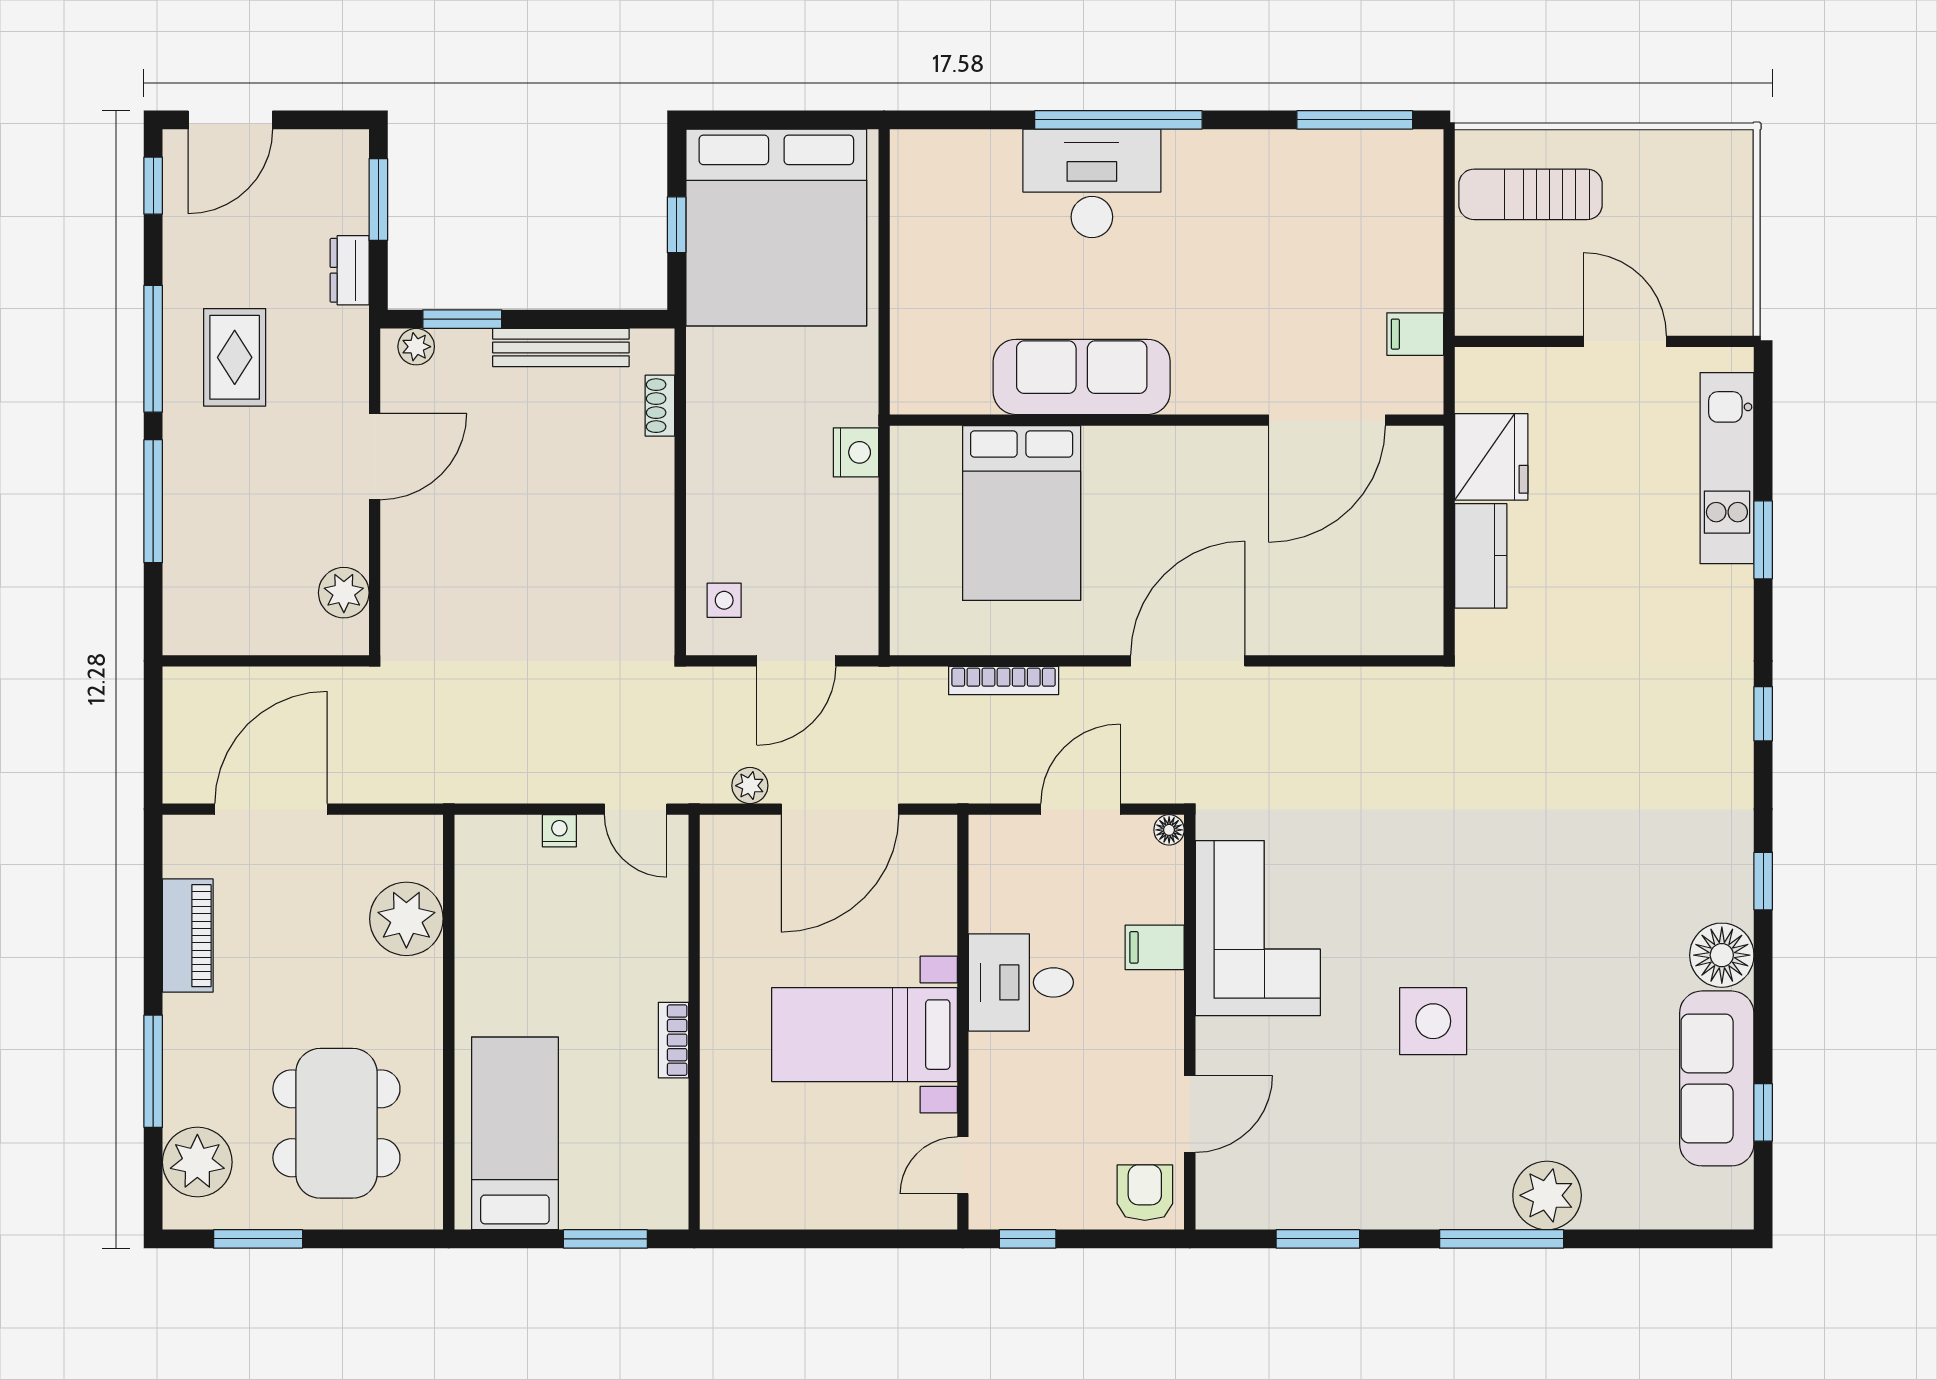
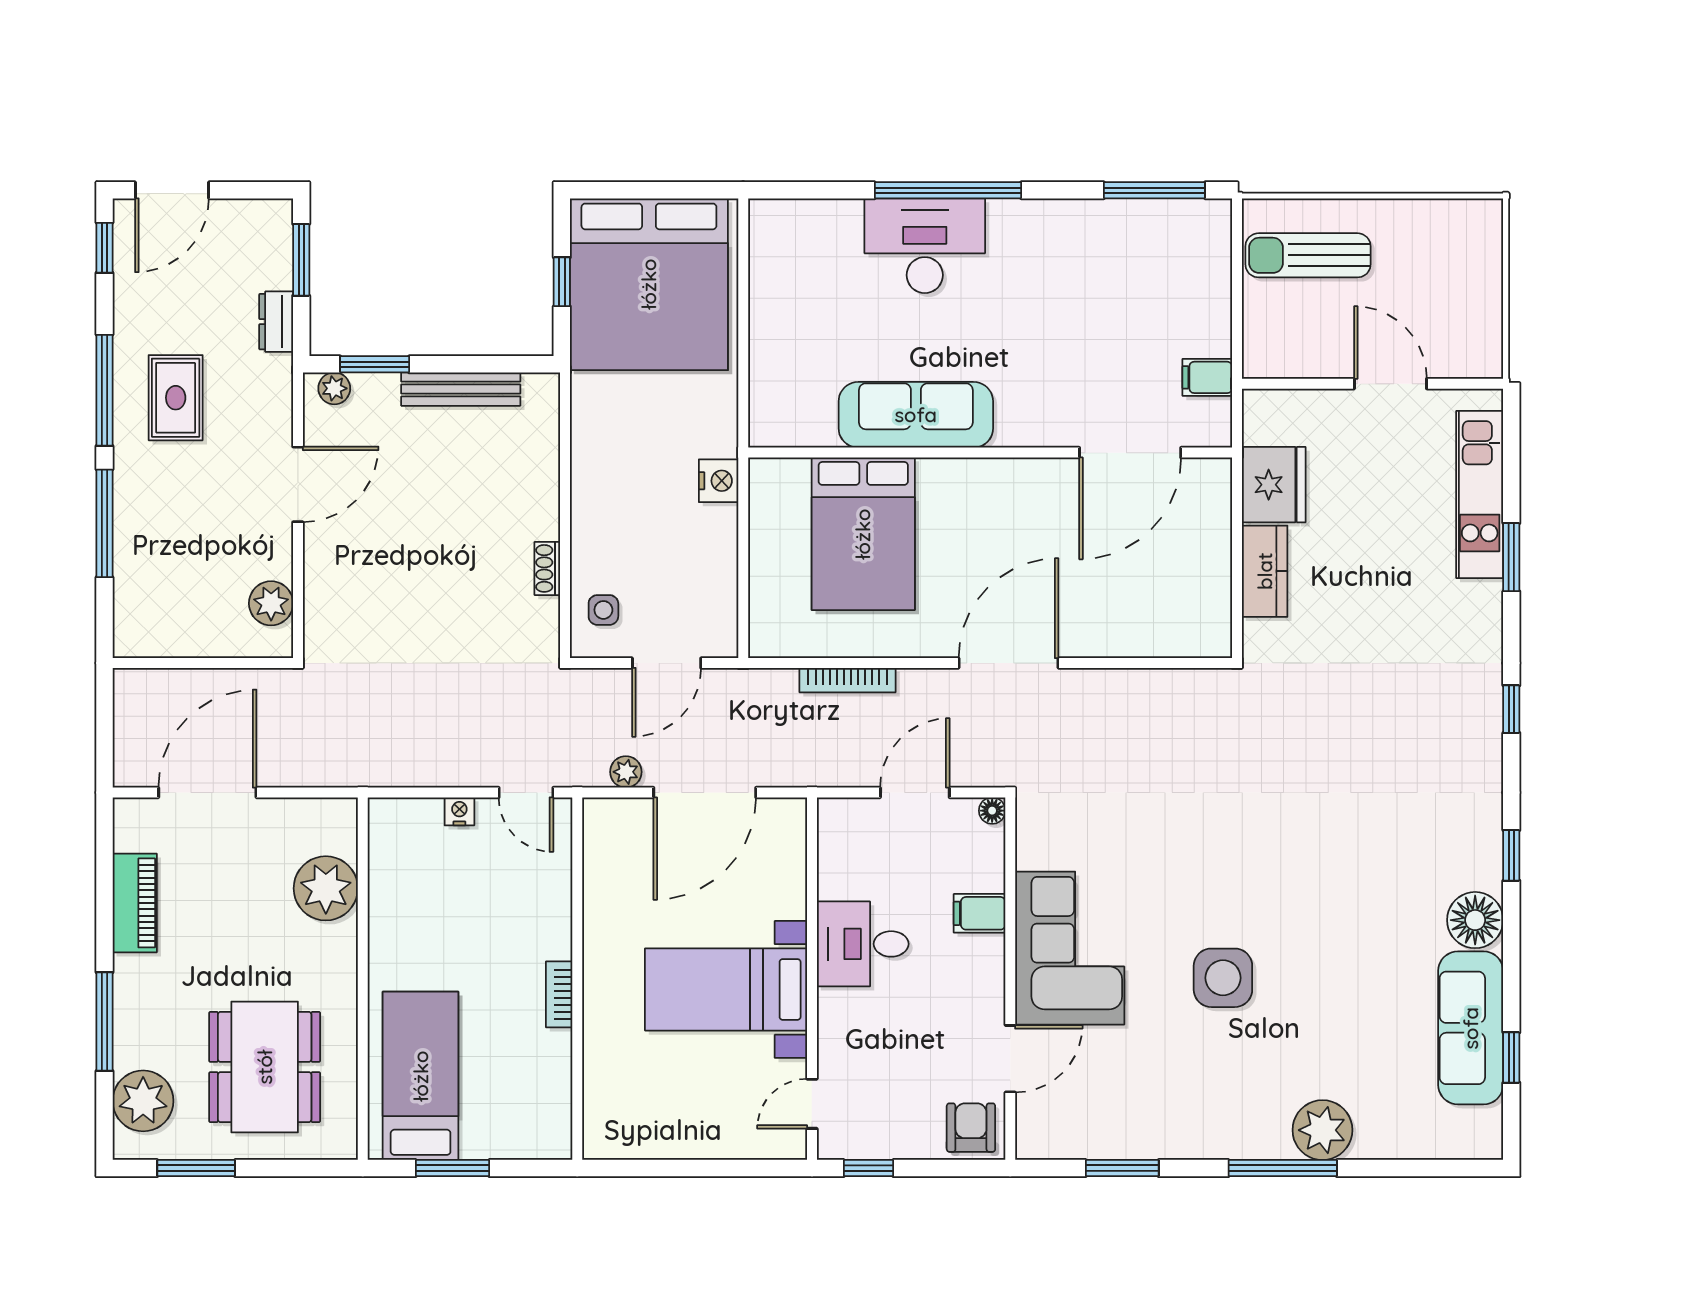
shoe rack: (660, 406) -> (547, 568), moved
corner sofa: (1258, 928) -> (1070, 948), moved
window: (605, 1239) -> (452, 1168), moved

